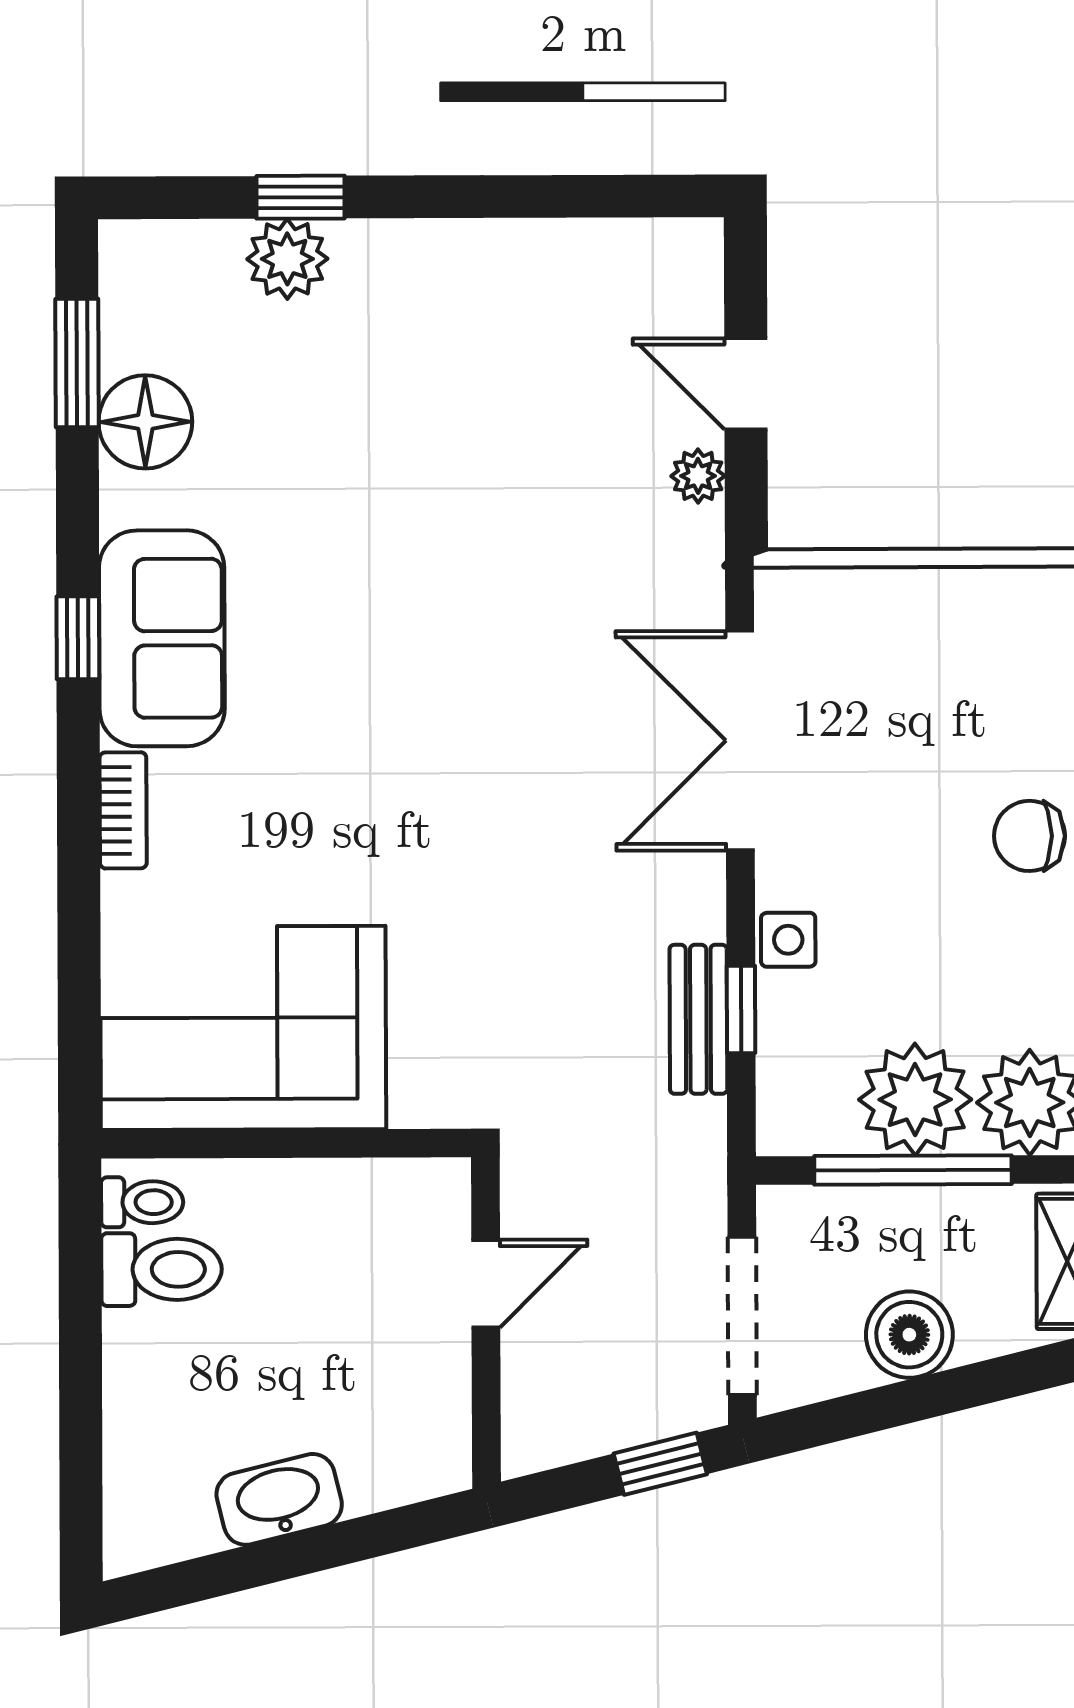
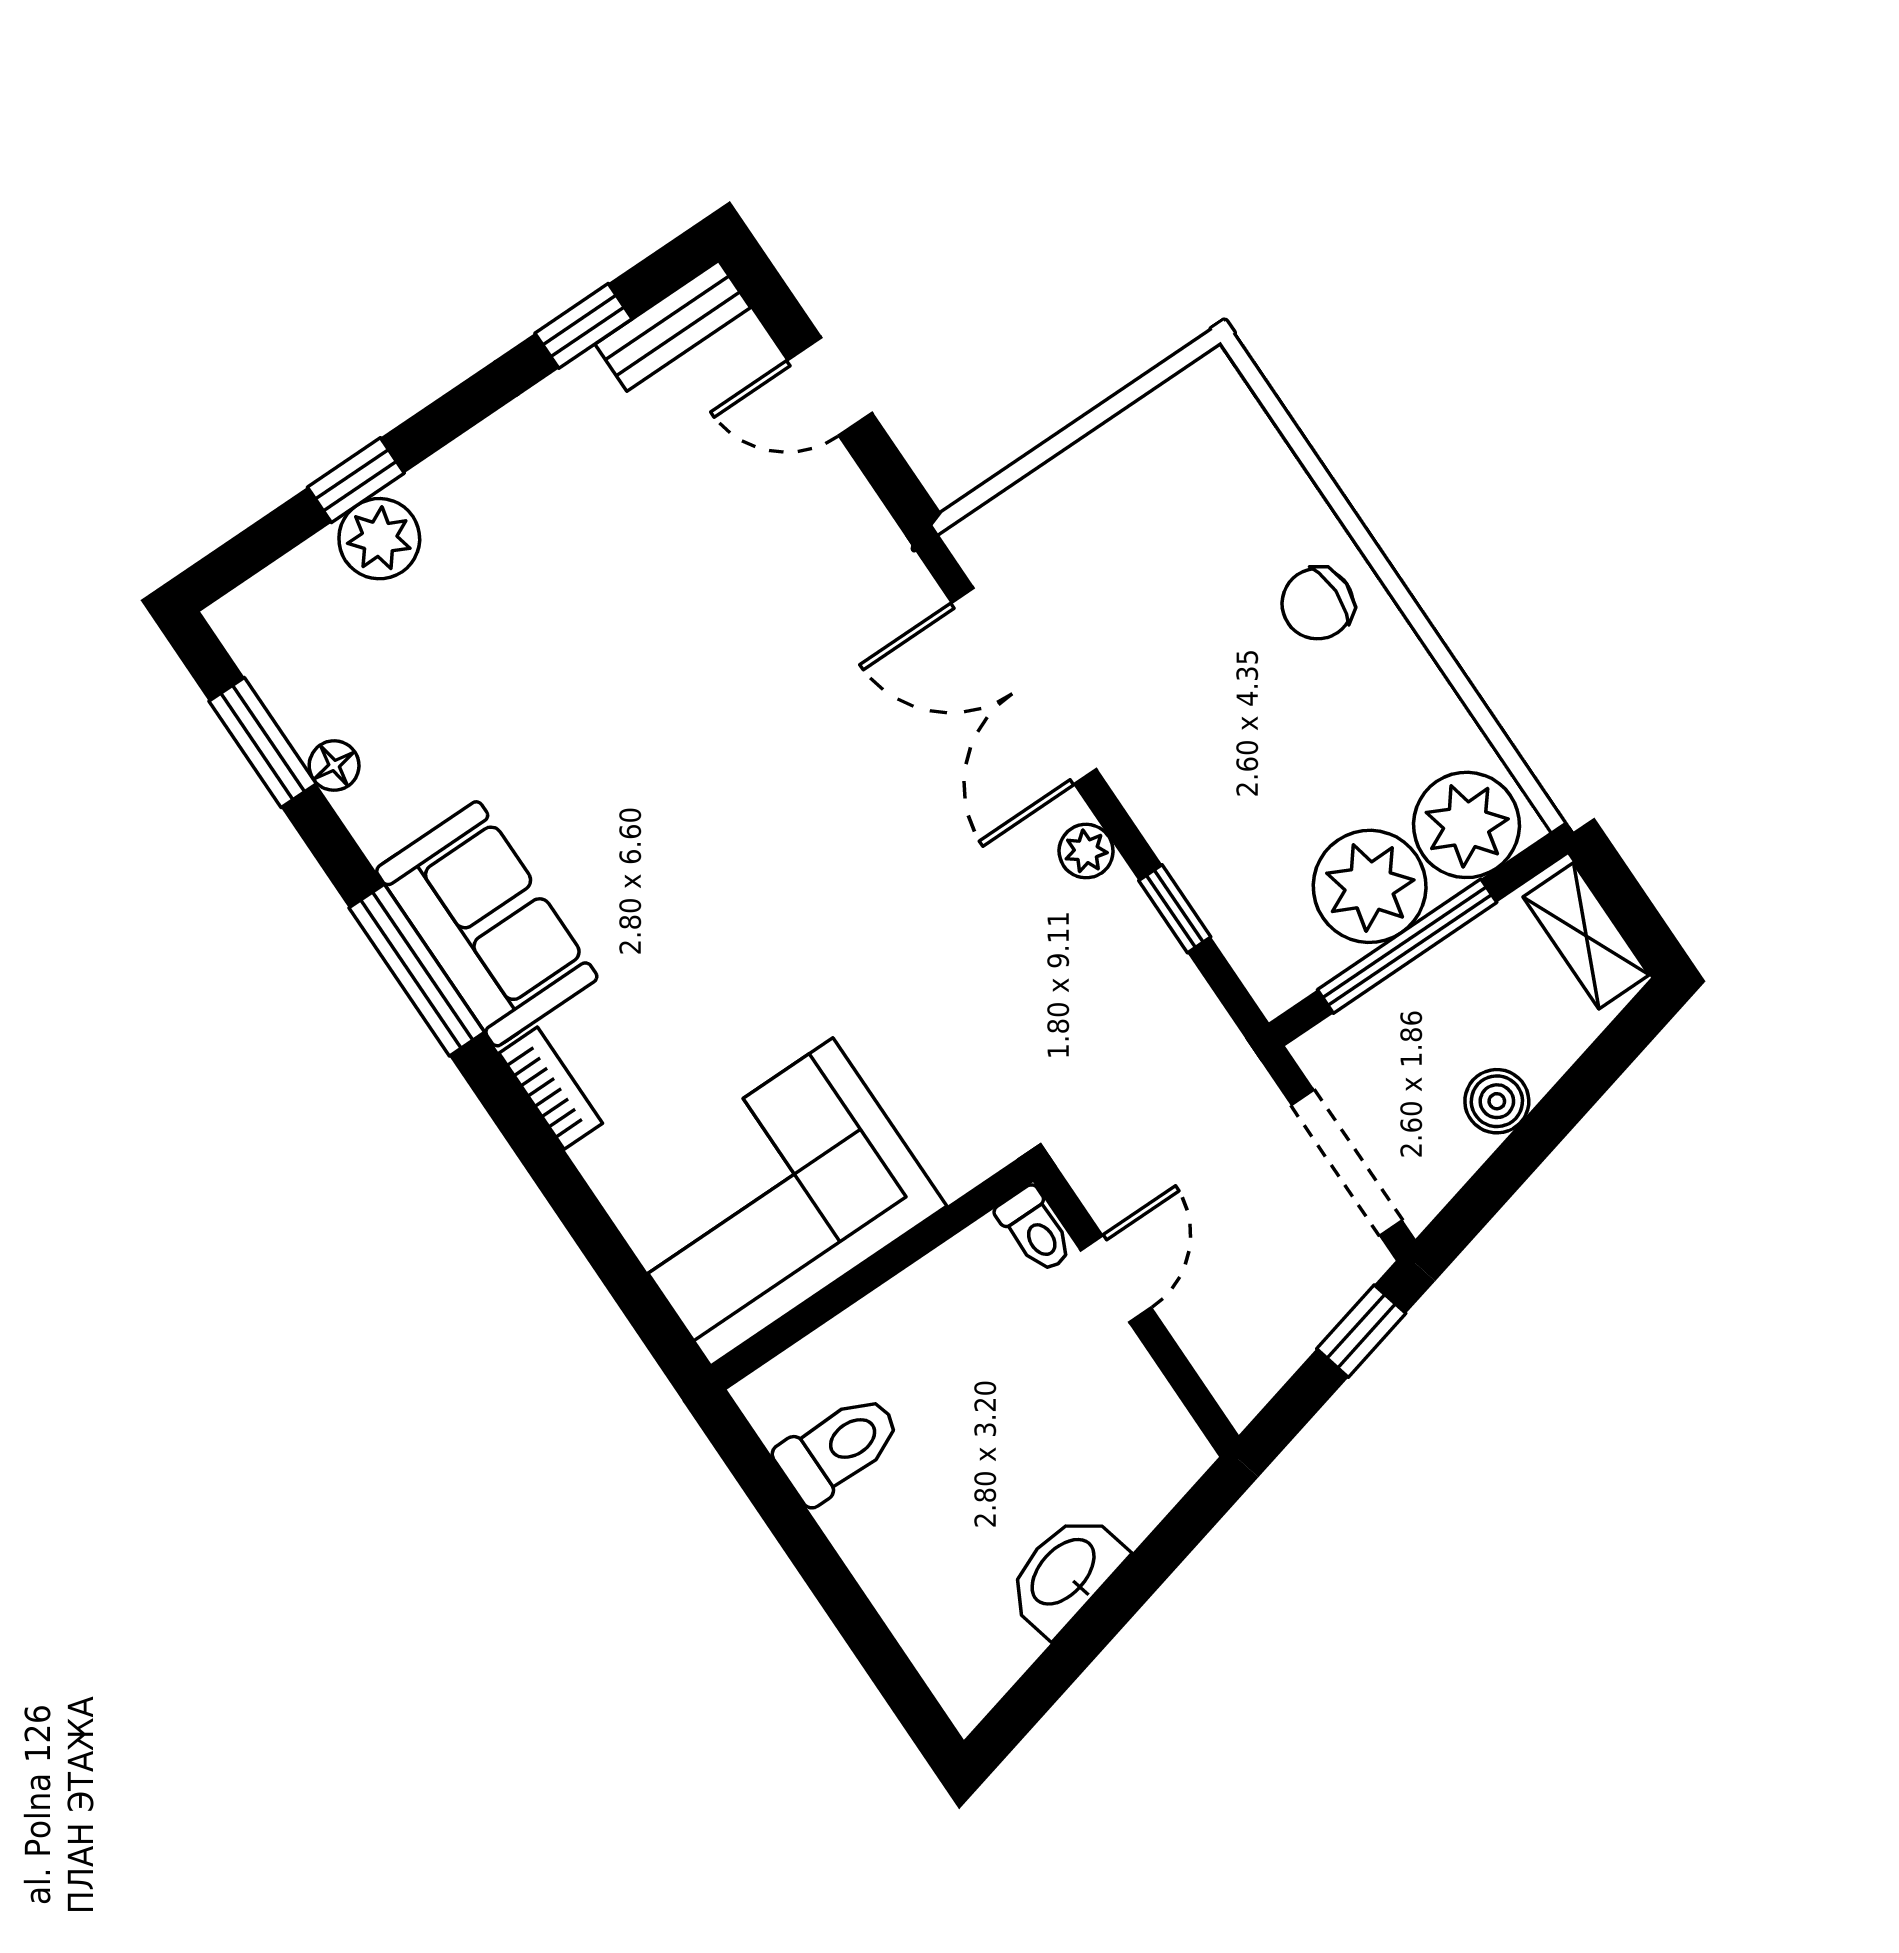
window: (575, 196) -> (584, 326), added
floor lamp: (145, 422) -> (334, 766), width x0.53, depth x0.53
plant: (698, 476) -> (1086, 851), moved
window: (78, 638) -> (417, 970), width x2.17
side table: (788, 940) -> (1175, 825), removed
bench: (698, 1019) -> (673, 326), moved, turned 90
toilet: (142, 1202) -> (1035, 1230), moved, turned 90
boiler: (909, 1335) -> (1497, 1101), width x0.73, depth x0.73

